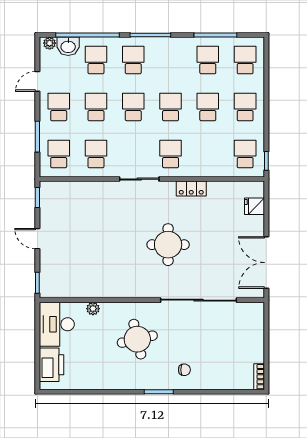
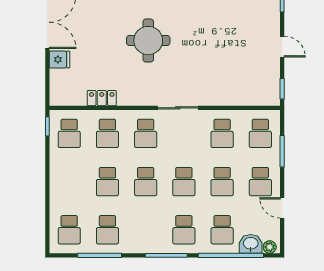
door: (37, 81) -> (282, 208), swing flipped
school desk: (245, 107) -> (107, 133), moved
locker: (191, 189) -> (102, 98), moved
fridge: (255, 206) -> (60, 60), moved

